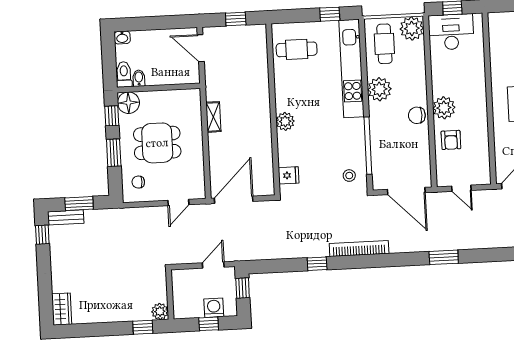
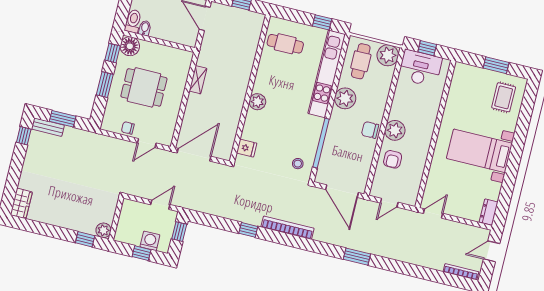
chair: (138, 182) -> (128, 128), moved
door: (461, 188) -> (389, 203), hinge flipped

